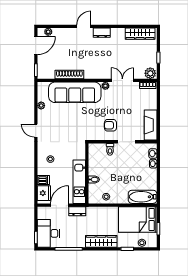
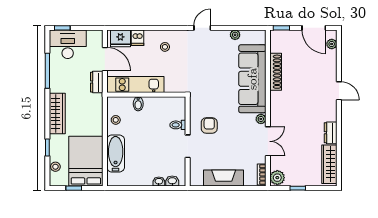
dresser: (102, 33) -> (331, 133), moved
fireplace: (151, 125) -> (224, 178), moved
bathtub: (143, 197) -> (116, 153), moved

